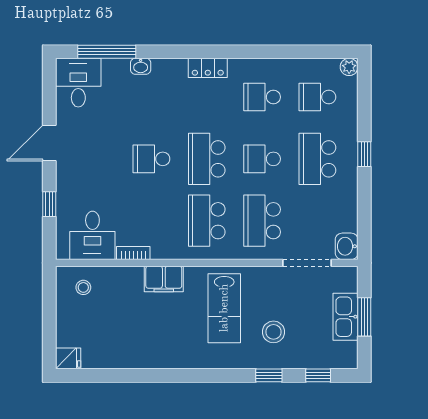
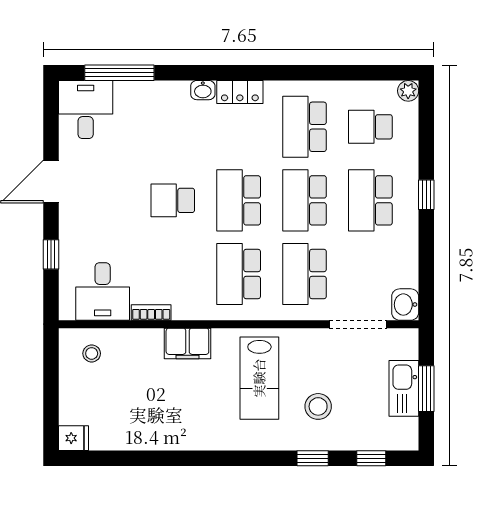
washbasin: (141, 66) -> (203, 90), moved
school desk: (262, 97) -> (305, 127), width x1.85
school desk: (262, 159) -> (305, 200), width x1.85

